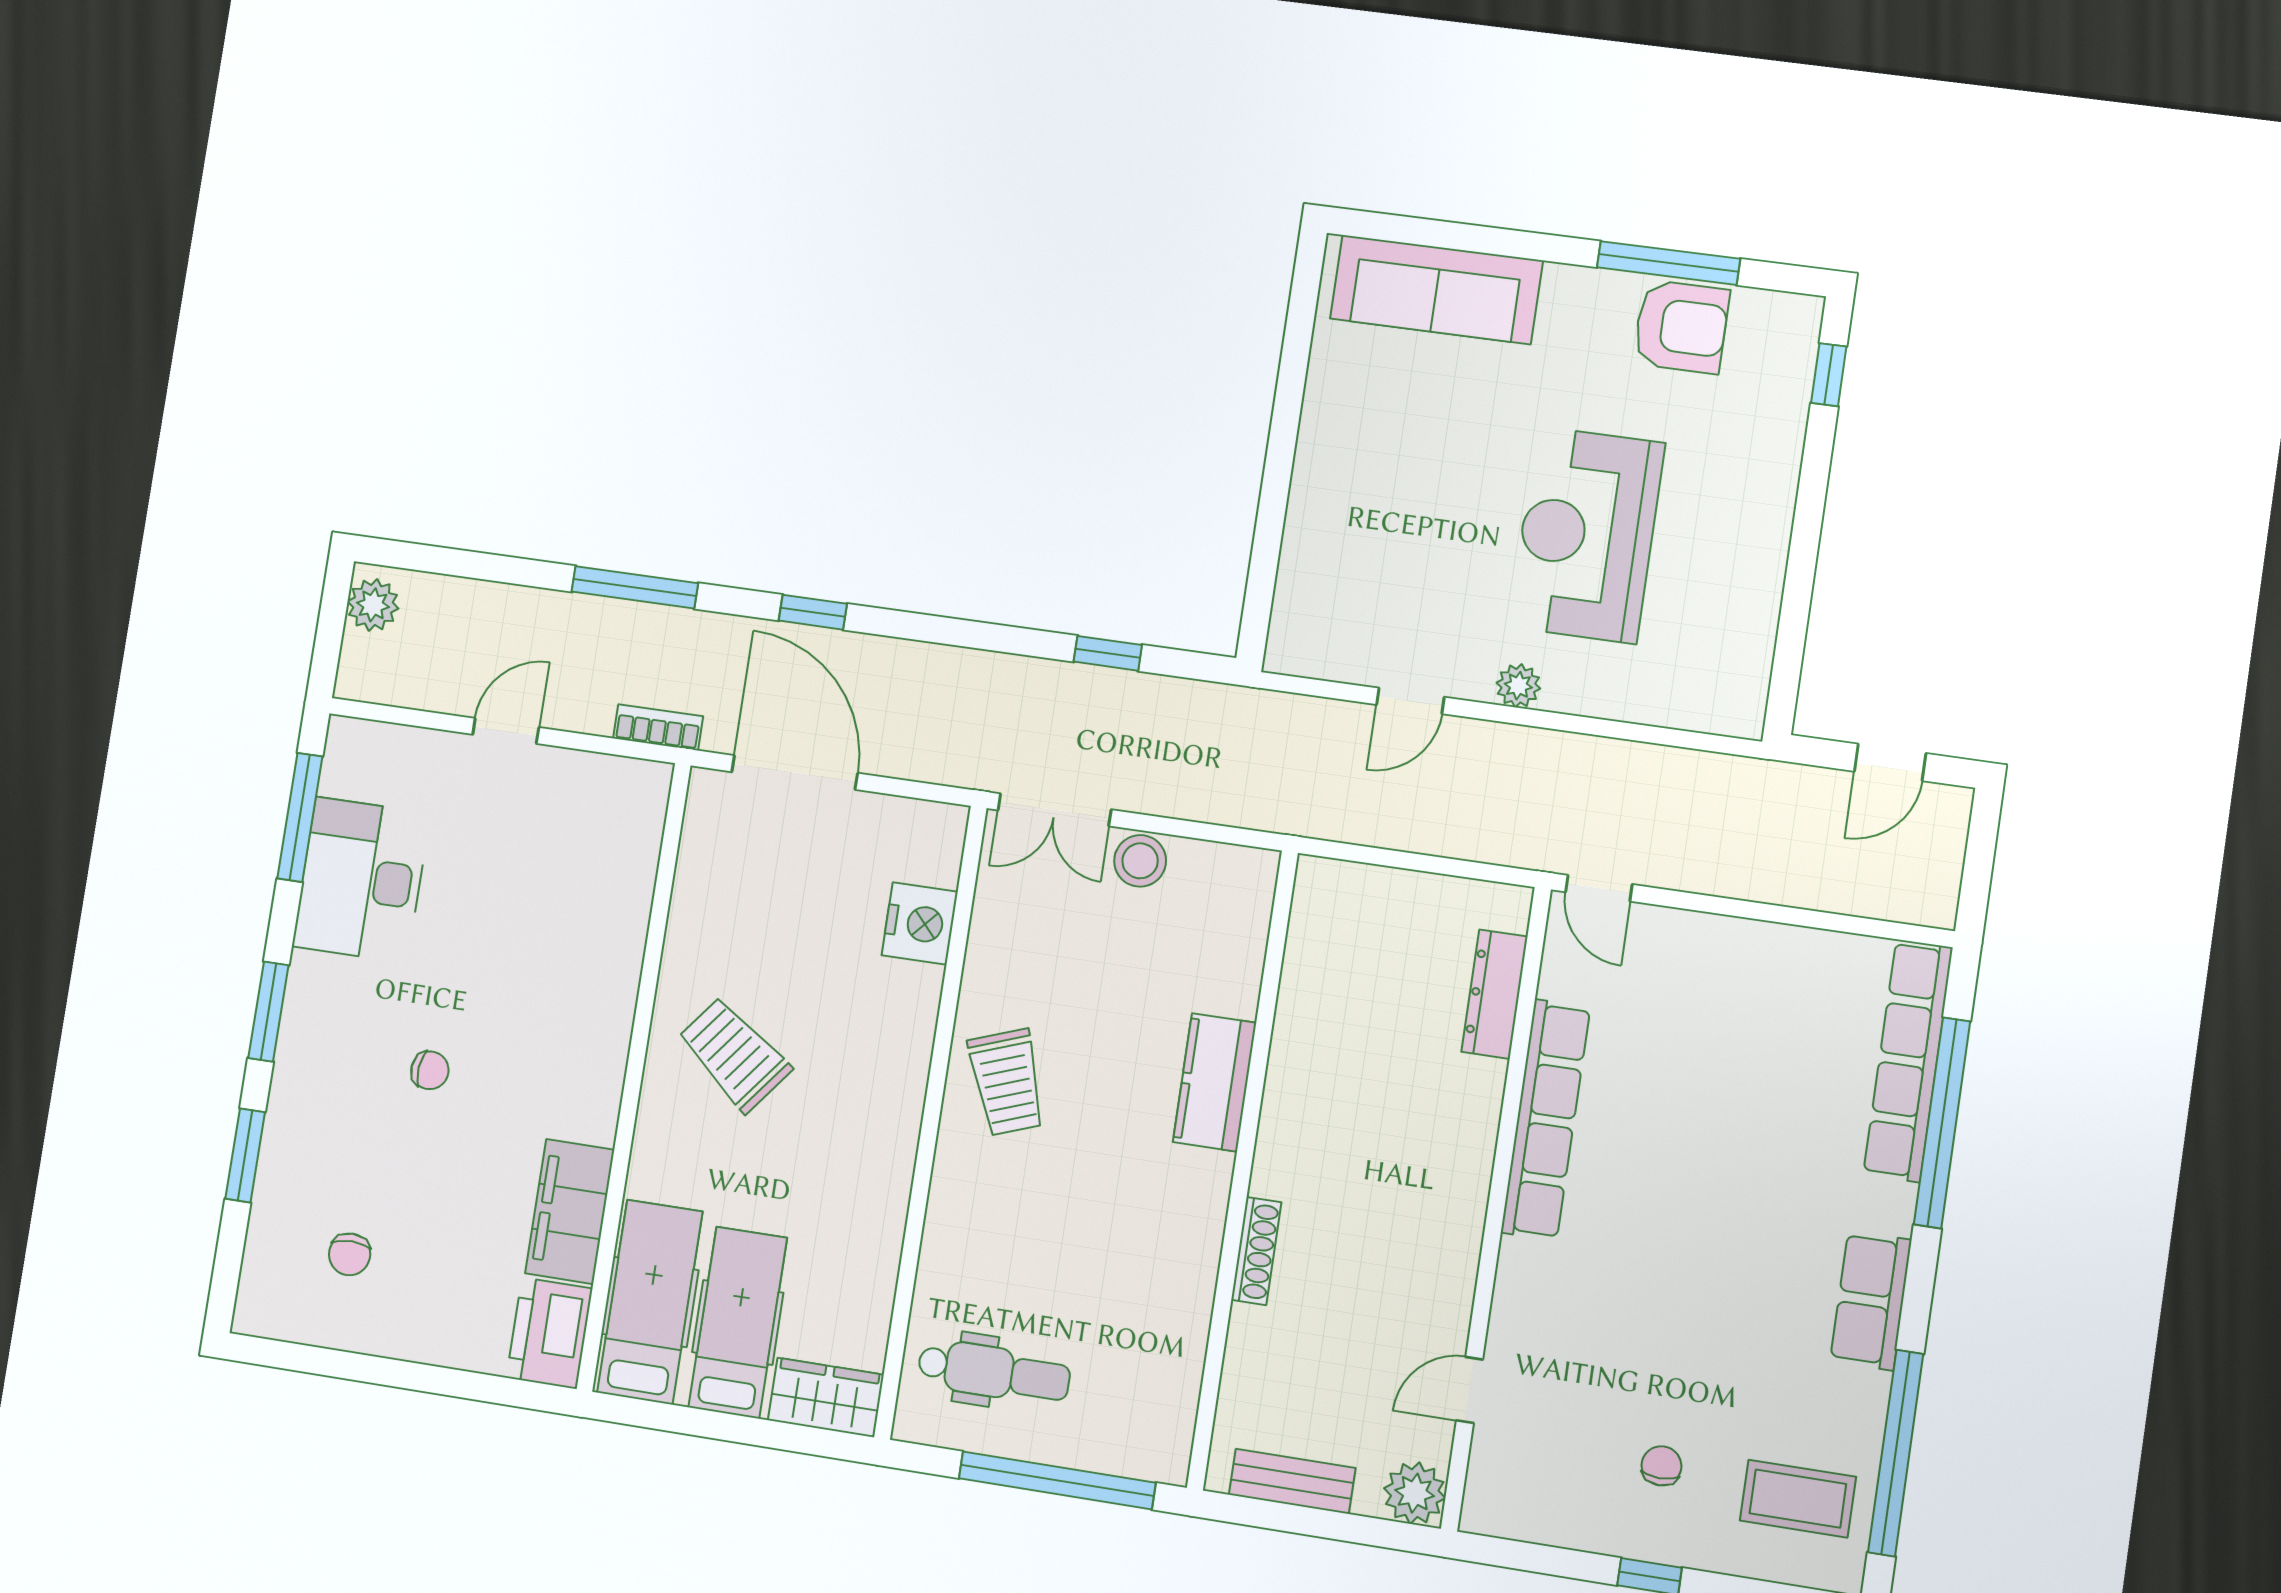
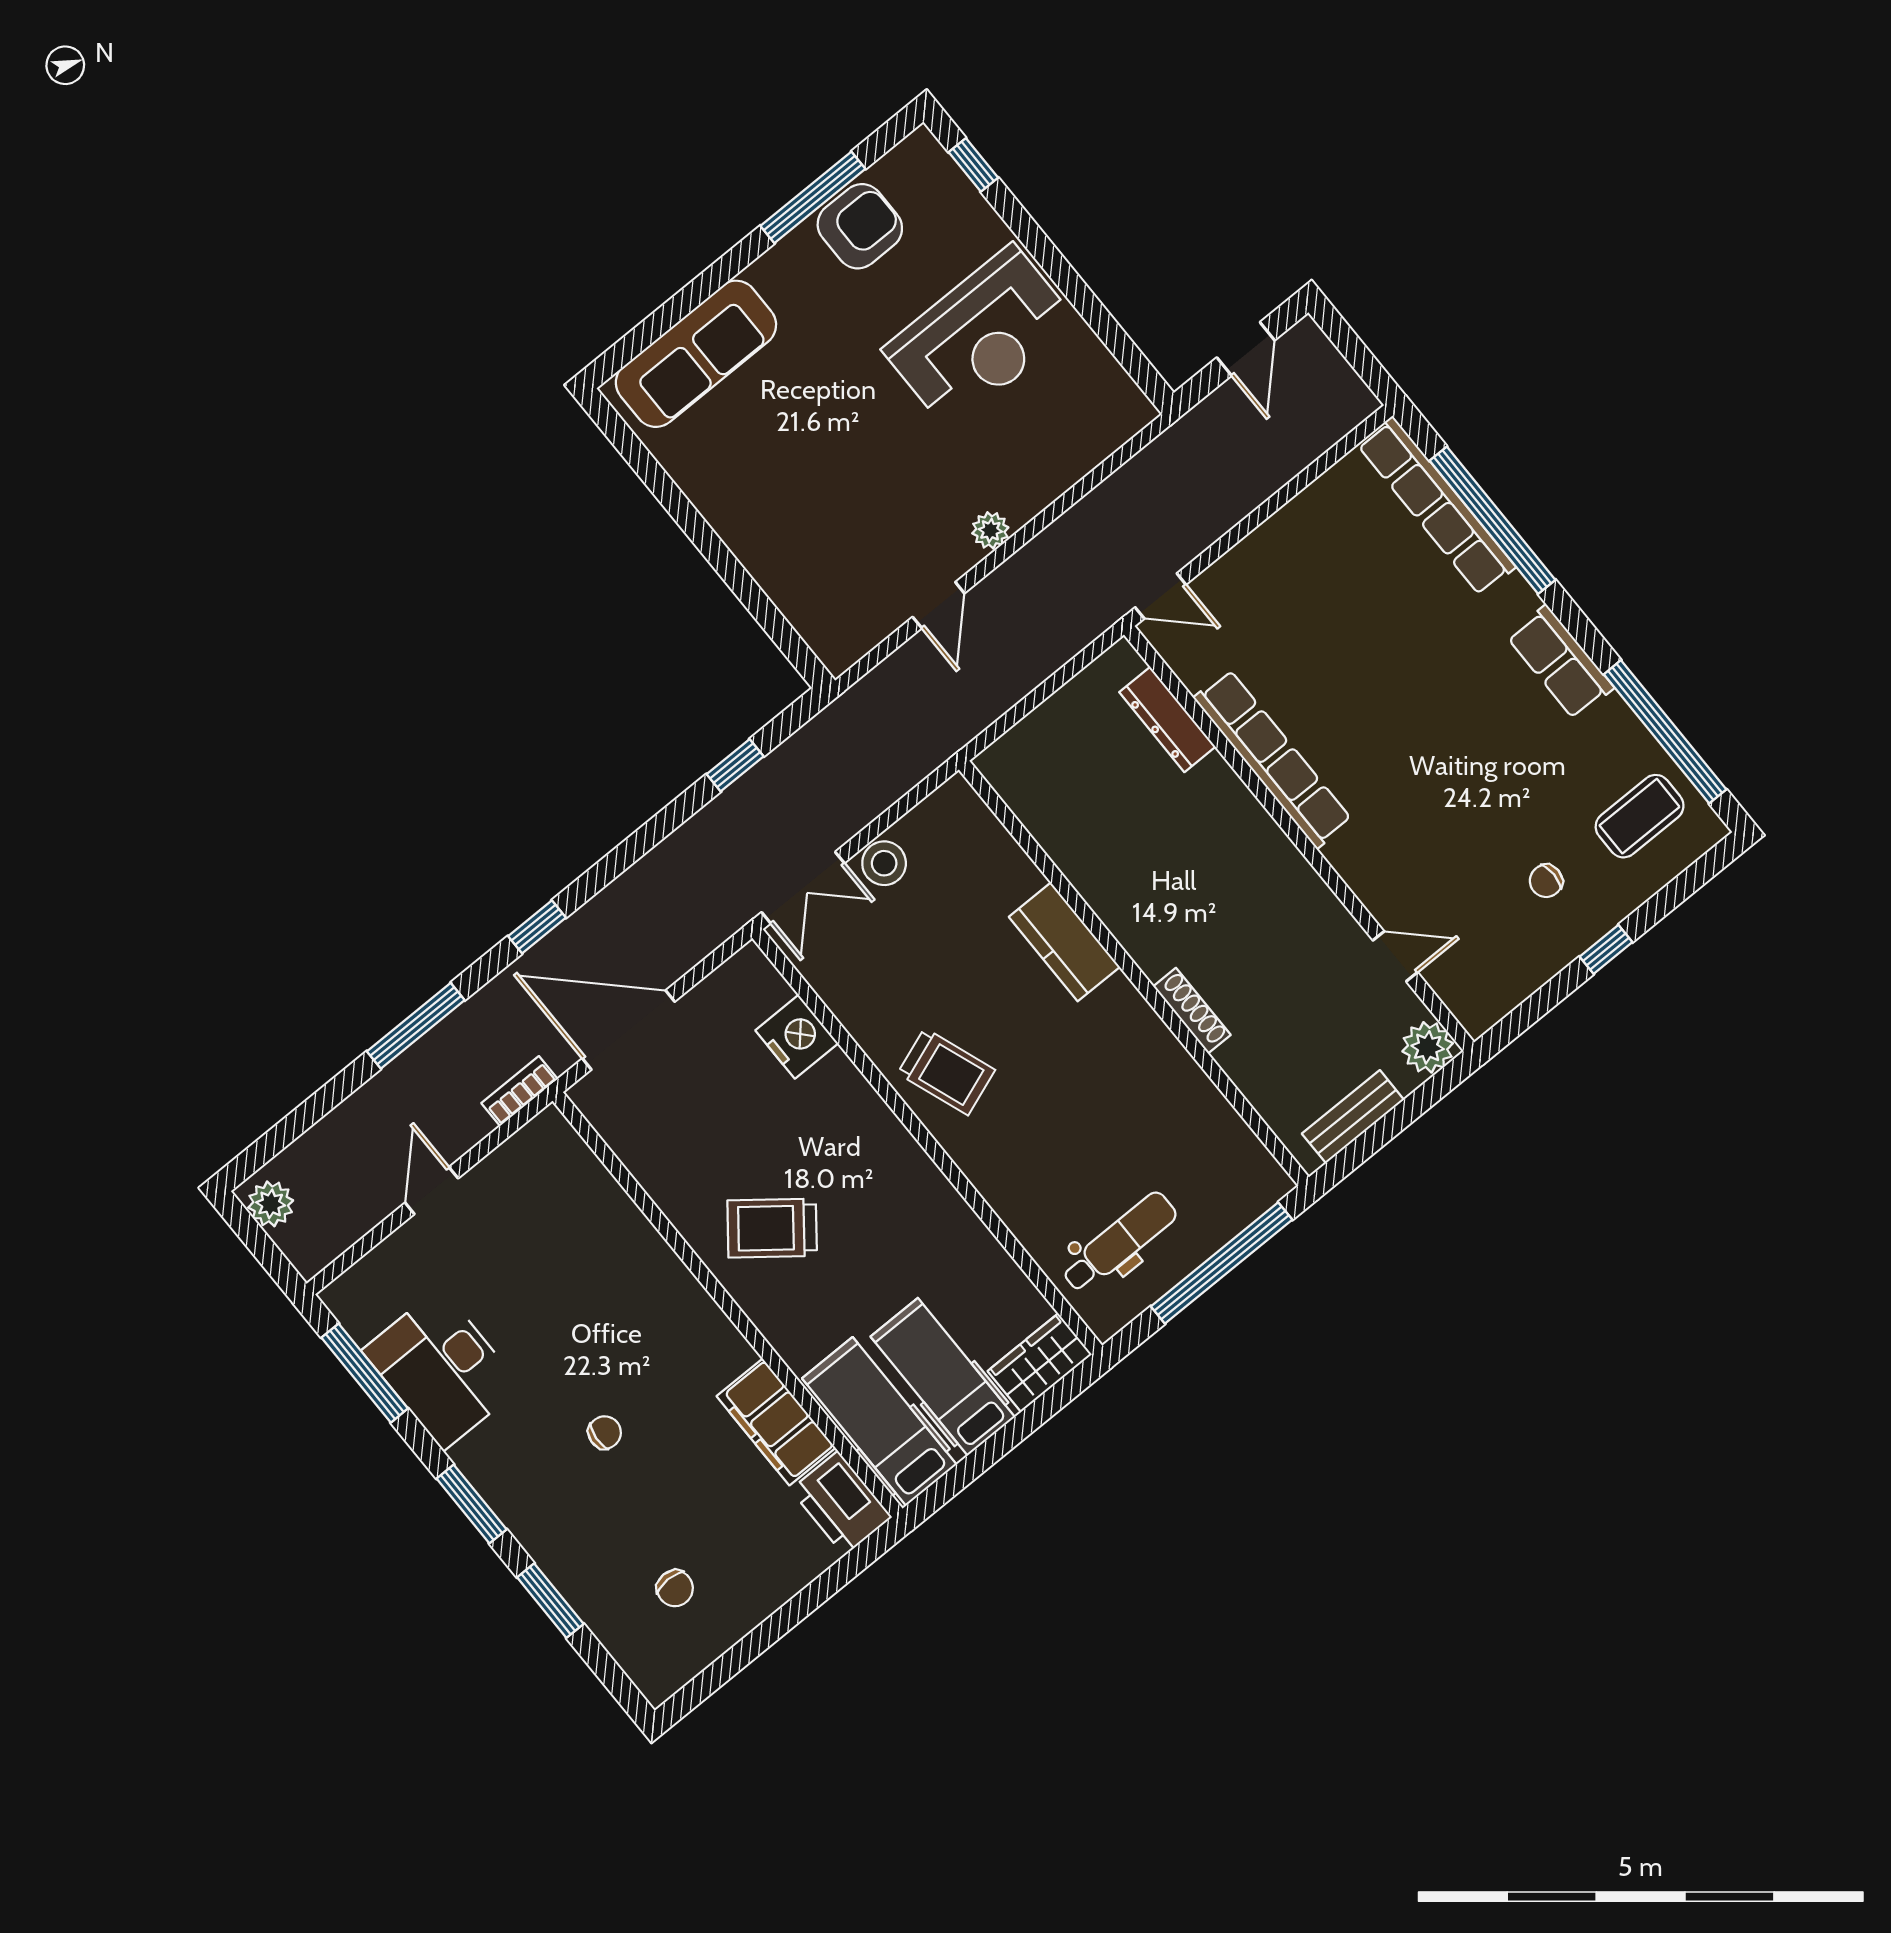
reception desk: (1587, 535) -> (981, 337), moved, turned -90
door: (1470, 1390) -> (1395, 956), swing flipped
chair: (1661, 1466) -> (1546, 881), turned -90

